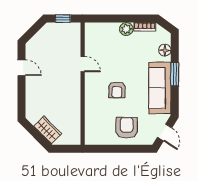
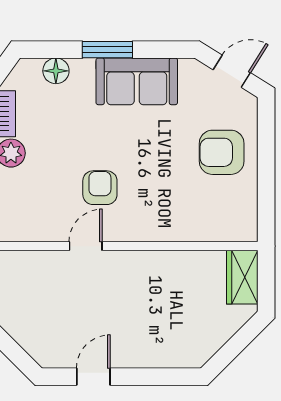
sofa: (160, 88) -> (137, 81), width x0.73
armchair: (117, 90) -> (100, 188), moved, turned -90
wardrobe: (48, 130) -> (242, 277), moved, turned -45

